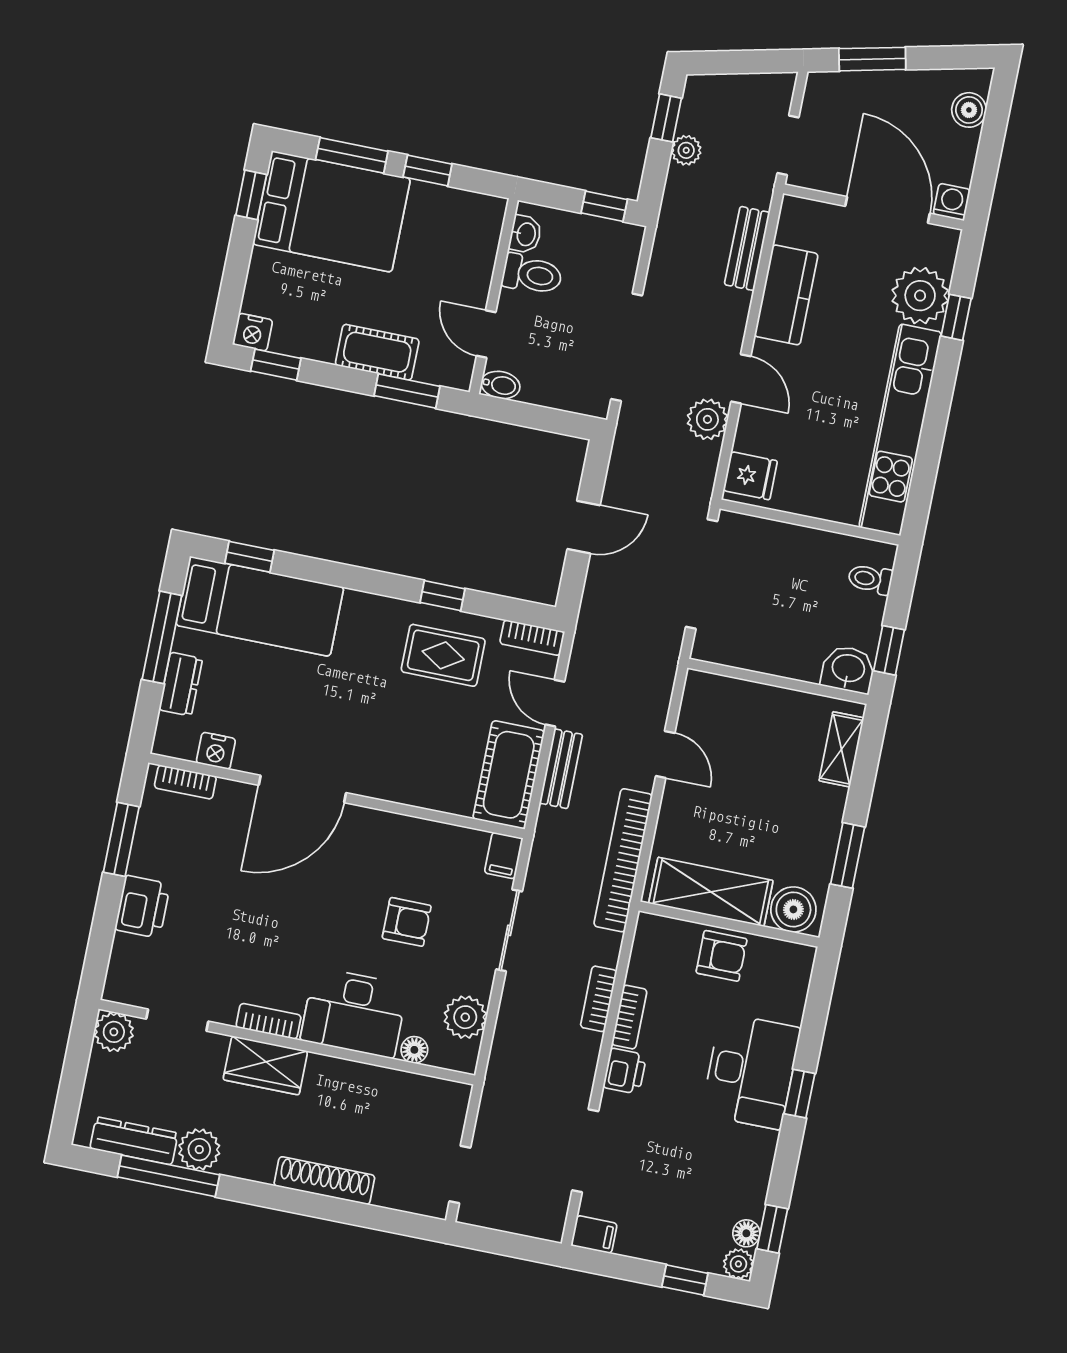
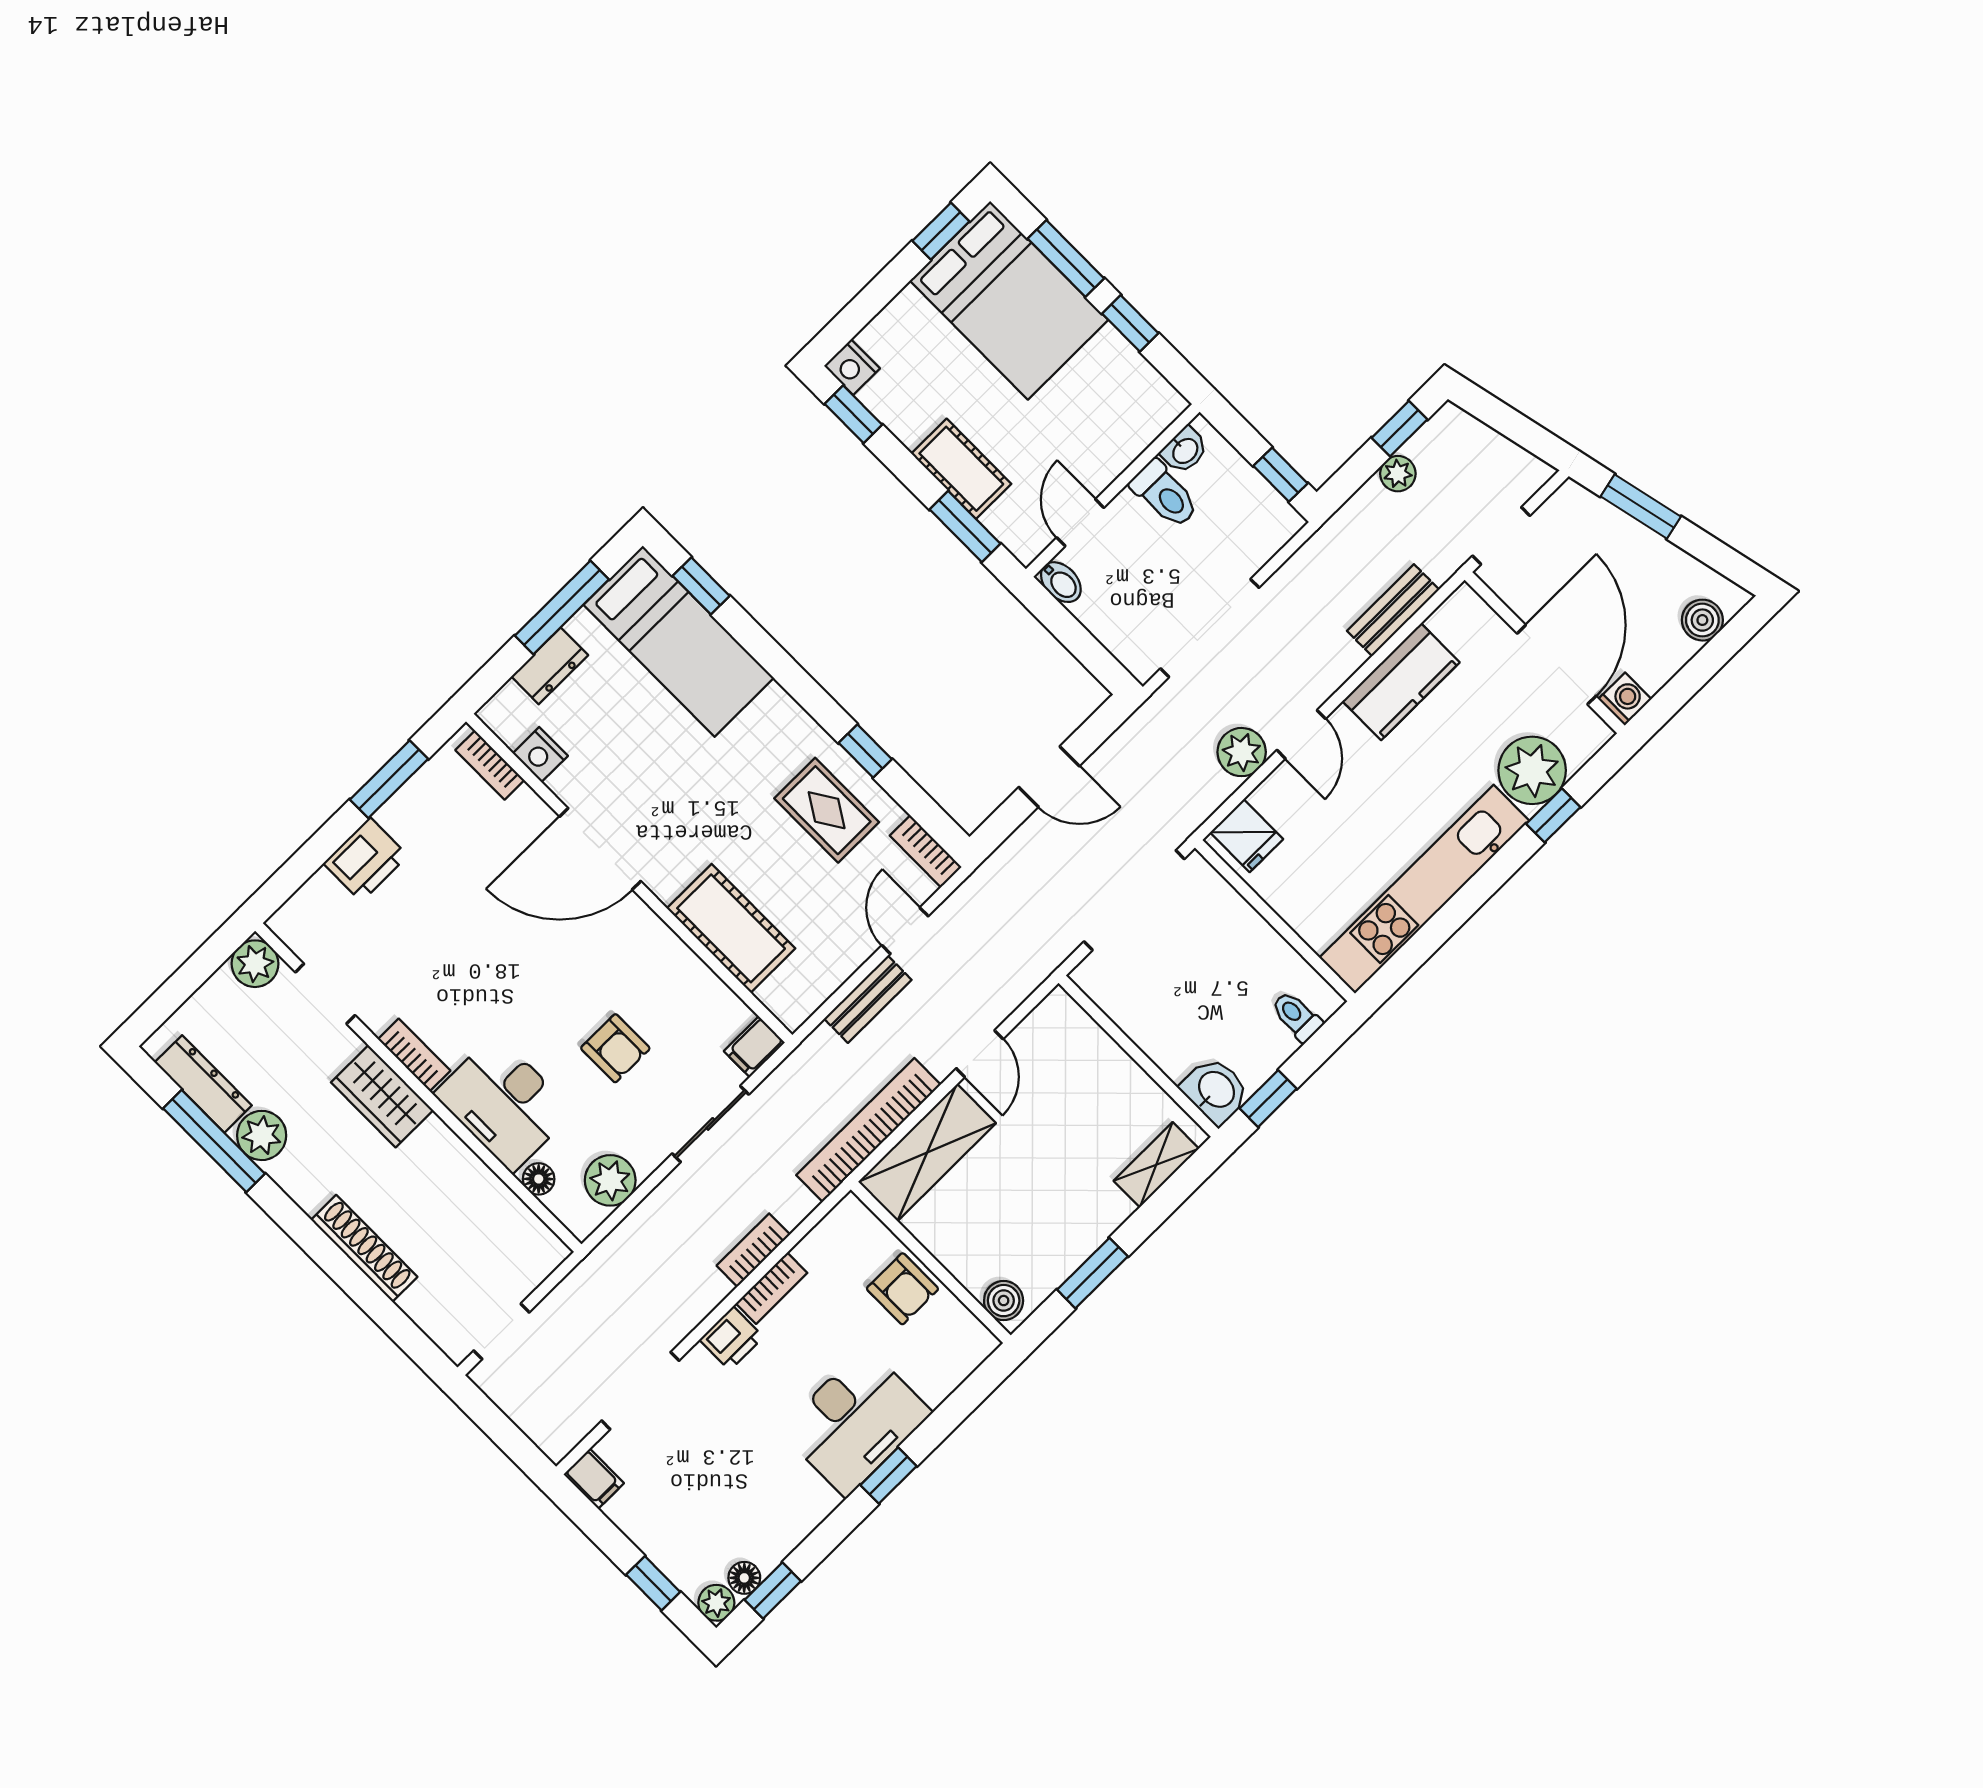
cot: (509, 775) -> (731, 928), moved, turned 90
shelving: (711, 892) -> (927, 1153), moved, turned 90
boiler: (793, 909) -> (1004, 1301), width x0.73, depth x0.73

